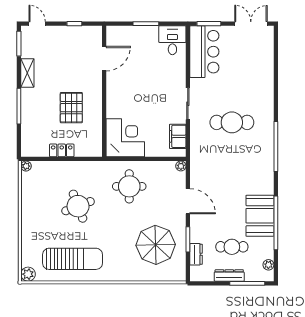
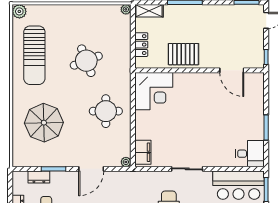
door: (104, 59) -> (232, 70), moved
shelving: (27, 73) -> (149, 11), moved
wall: (104, 91) -> (199, 70), moved
filing cabinet: (178, 136) -> (143, 152), moved, turned 90
corner desk: (125, 138) -> (154, 91), moved
parasol: (156, 245) -> (44, 123), moved

